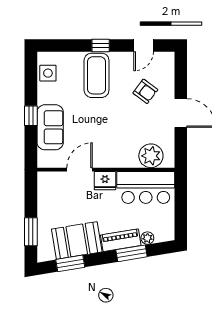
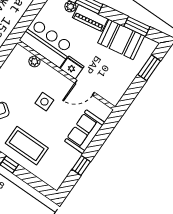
side table: (48, 73) -> (44, 102), moved
coffee table: (97, 75) -> (27, 146), turned 90
window: (31, 116) -> (81, 165), moved
plant: (151, 156) -> (34, 61), width x0.53, depth x0.53

